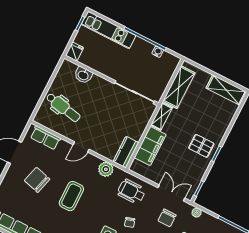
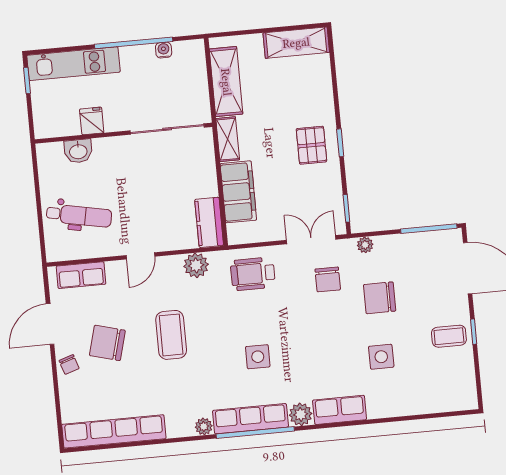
fridge: (75, 52) -> (92, 121), moved
pallet: (201, 146) -> (311, 145), turned 90
chair: (130, 222) -> (69, 365), moved

